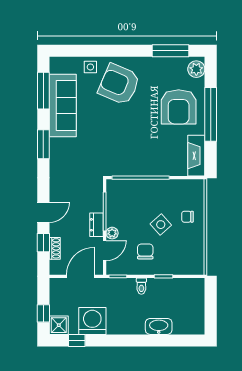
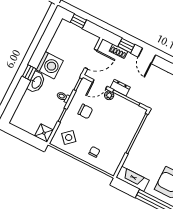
side table: (161, 225) -> (69, 138), moved
door: (105, 251) -> (100, 84), hinge flipped
door: (80, 276) -> (91, 59), hinge flipped
washing machine: (92, 321) -> (50, 65), moved
shower: (59, 325) -> (44, 133), moved
washbasin: (159, 326) -> (36, 82), moved
window: (77, 340) -> (29, 73), moved

